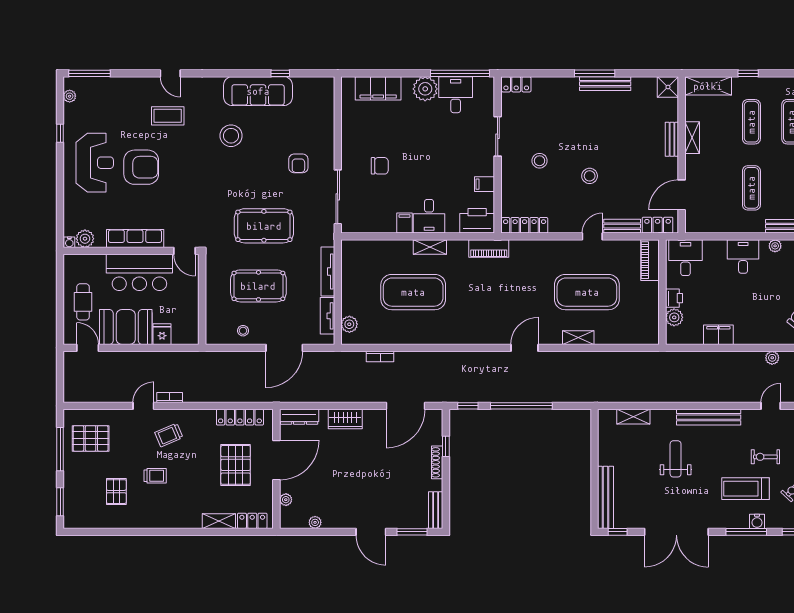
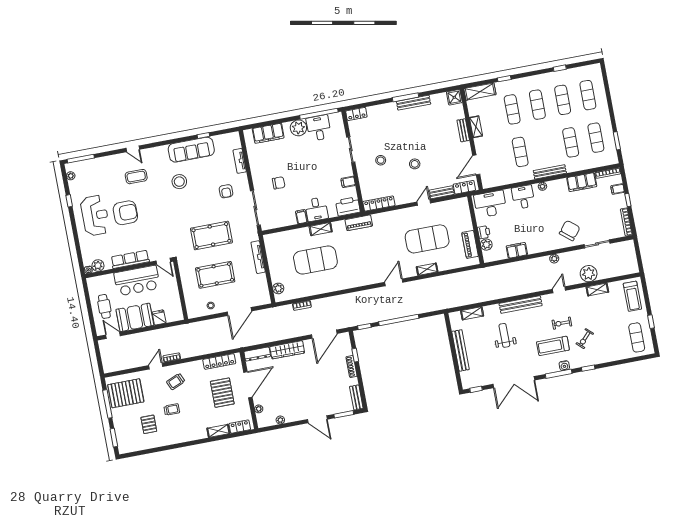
desk: (685, 258) -> (490, 204), width x1.37
piano: (650, 260) -> (470, 244), moved
tv unit: (327, 316) -> (240, 161), moved
wardrobe: (345, 419) -> (287, 350), width x1.50
pallet: (91, 438) -> (126, 393), width x1.37, depth x1.41
bench: (606, 497) -> (461, 350), moved

